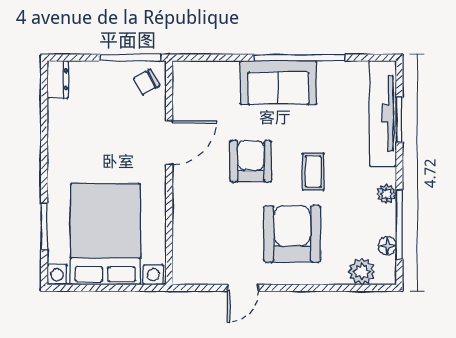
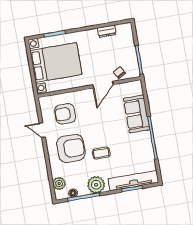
dresser: (58, 79) -> (107, 31), moved
chair: (147, 82) -> (119, 73), moved
sofa: (278, 83) -> (137, 114), moved
door: (169, 143) -> (103, 85), hinge flipped
armchair: (251, 161) -> (65, 114), moved, turned 180
plant: (387, 194) -> (96, 185), width x1.88, depth x1.88

